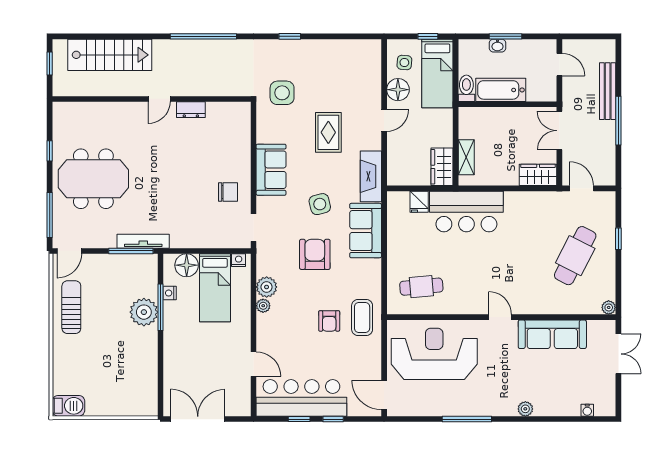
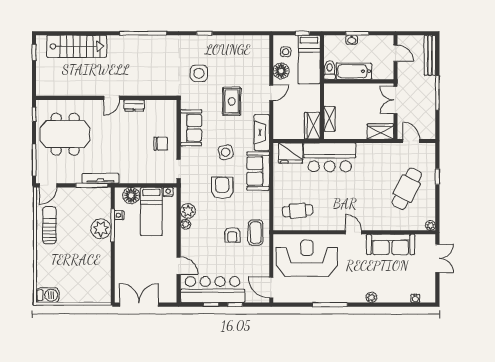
bench: (608, 91) -> (430, 55), moved
wall: (152, 99) -> (106, 98), moved
door: (159, 99) -> (112, 98), moved
dresser: (191, 110) -> (134, 105), moved
fridge: (419, 202) -> (291, 153), width x1.88, depth x1.34

